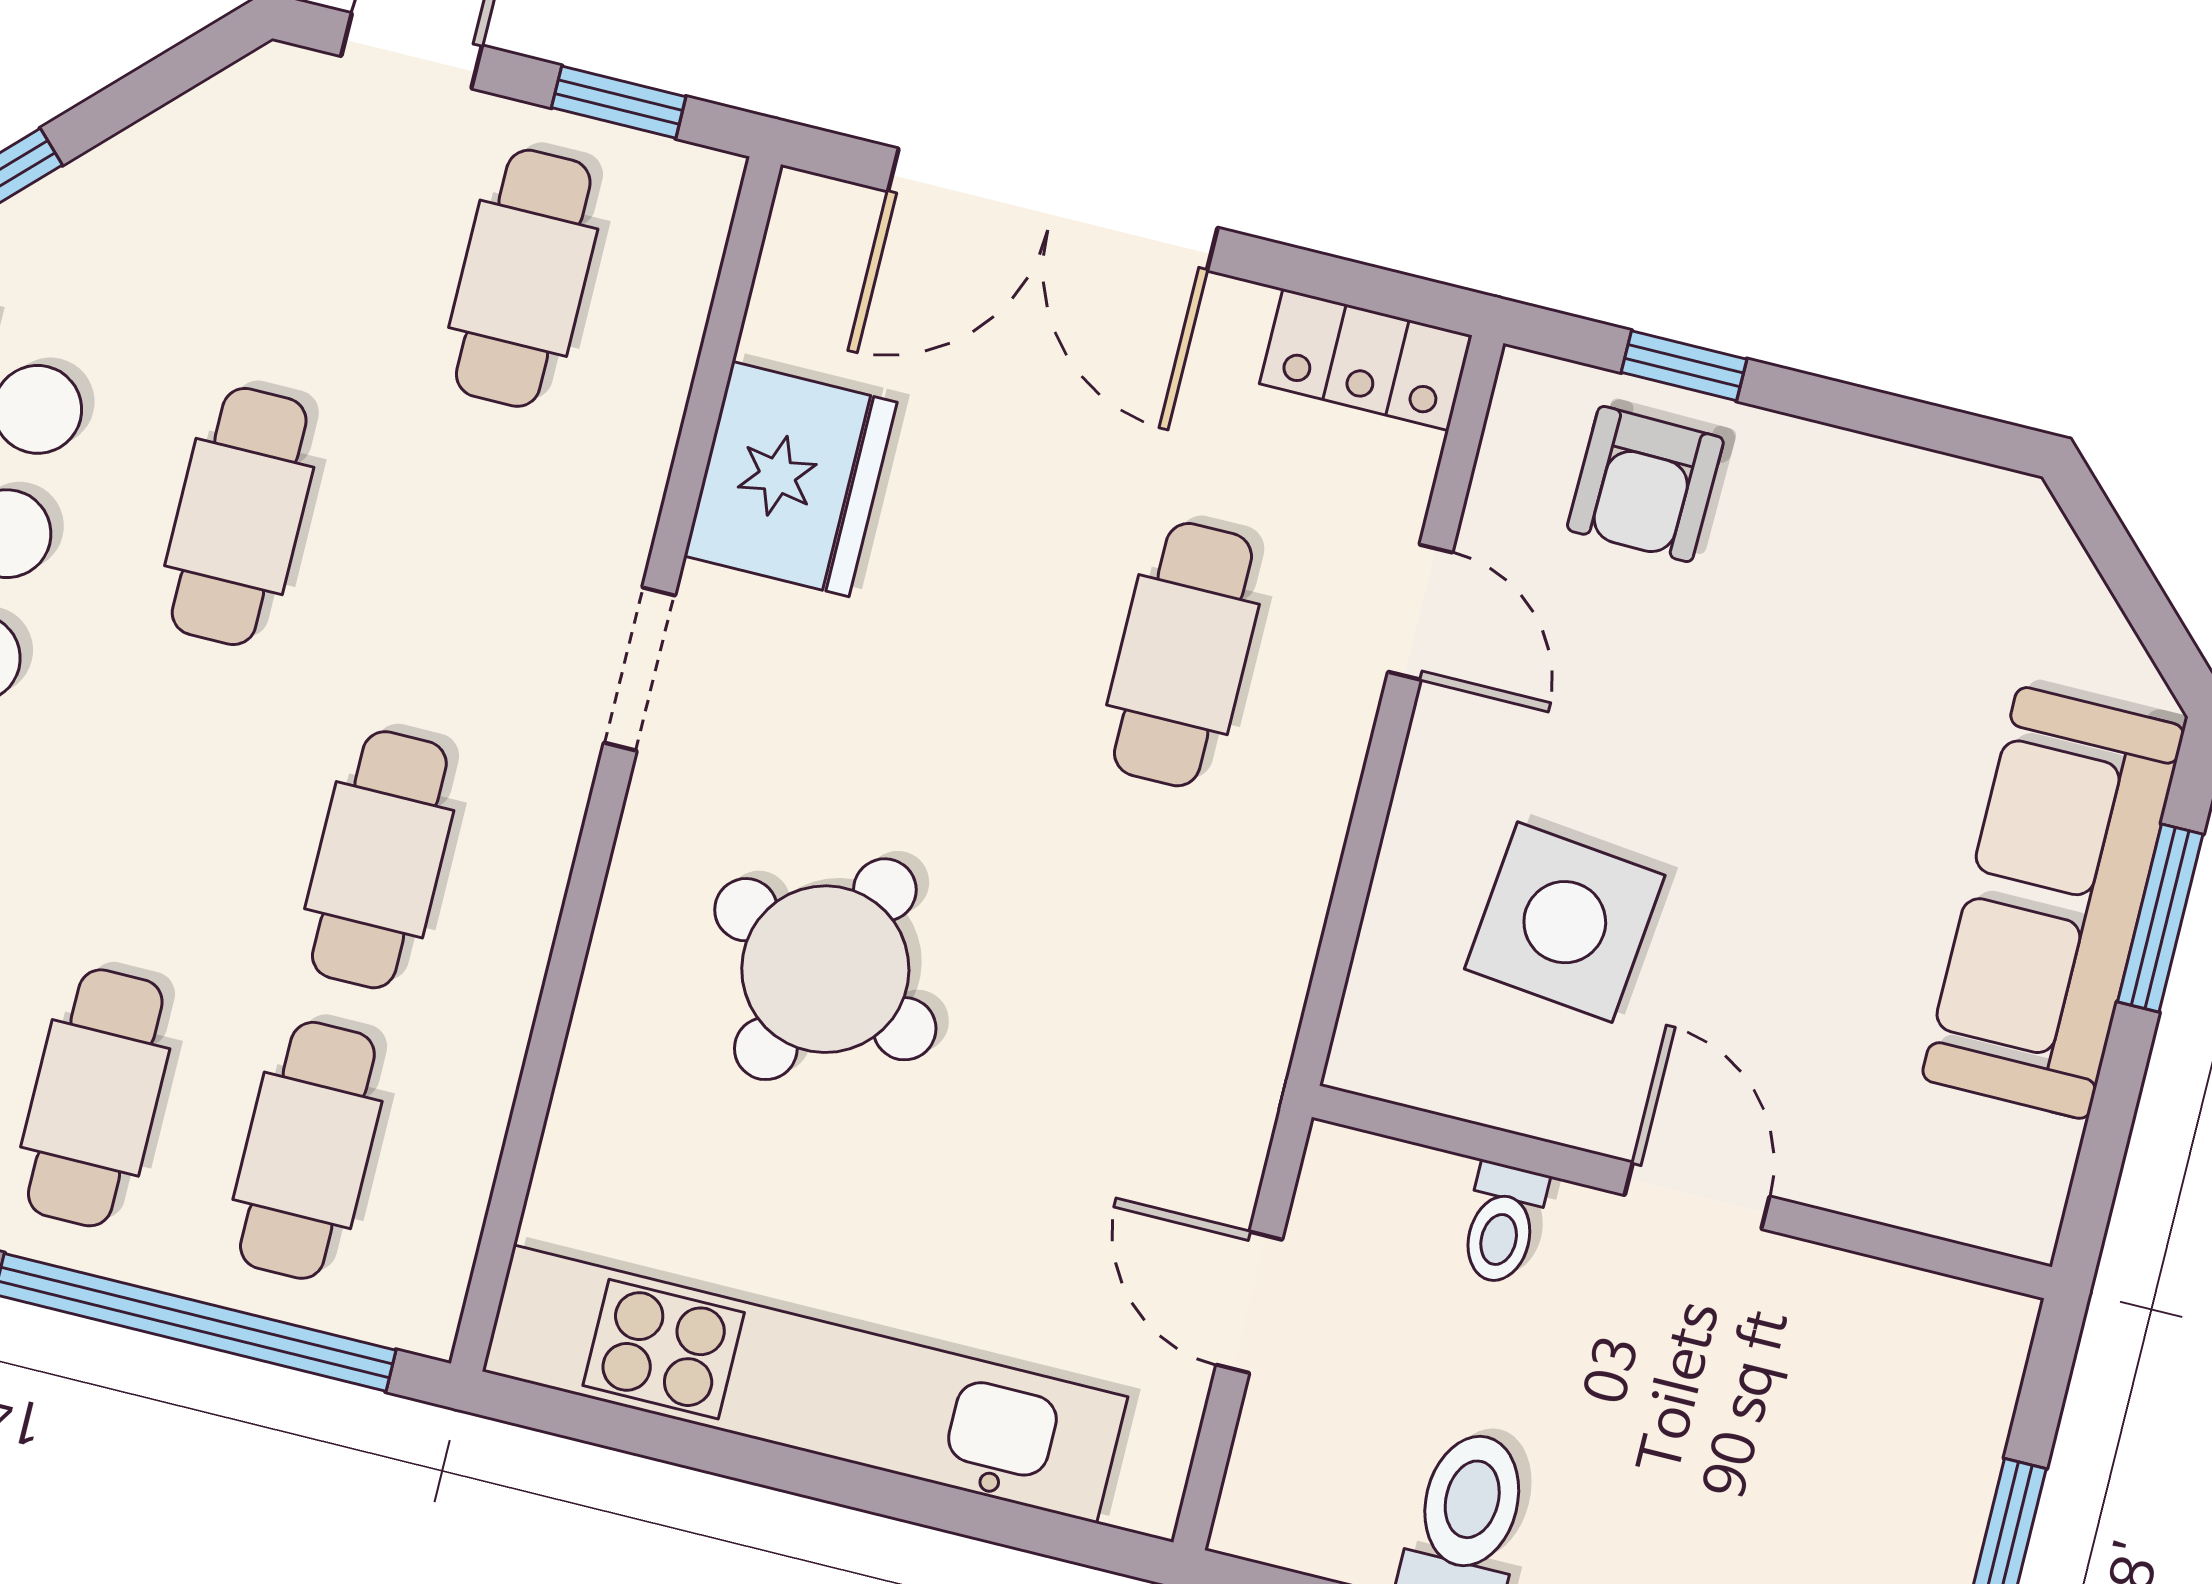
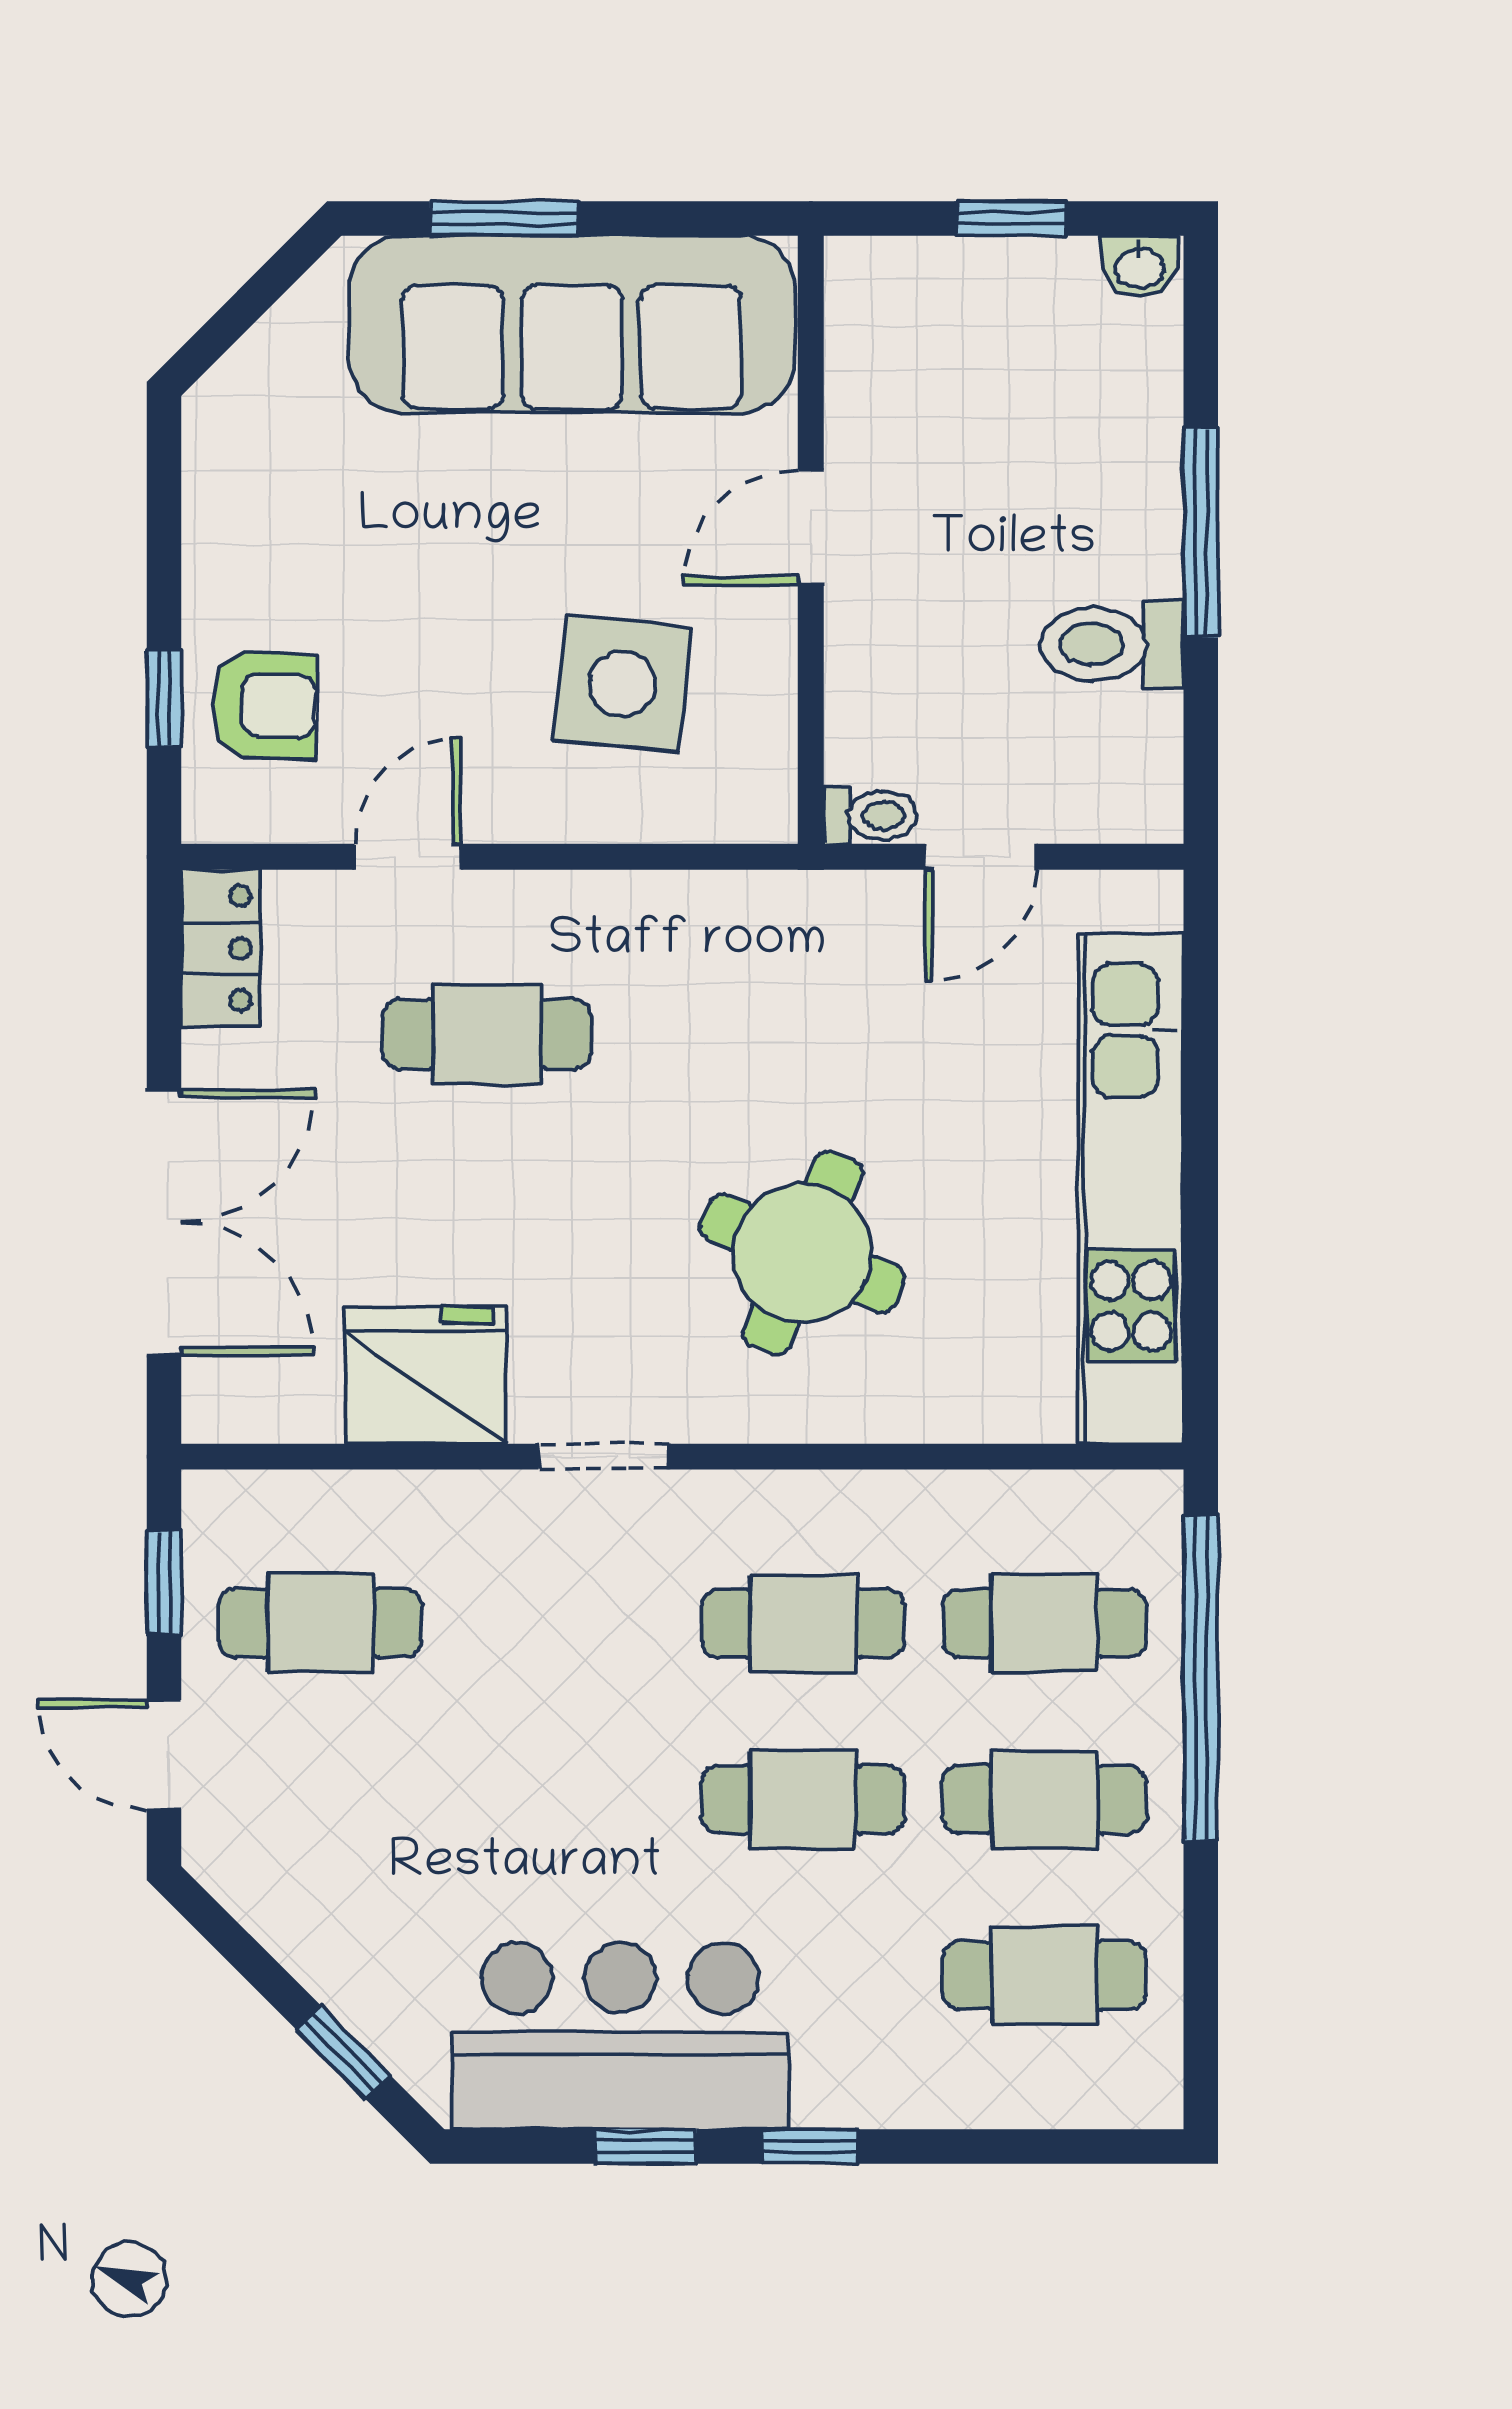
cafe table: (239, 516) -> (803, 1799), moved
sofa: (2053, 903) -> (572, 324), width x1.36, depth x1.27
toilet: (1503, 1224) -> (870, 815), moved

